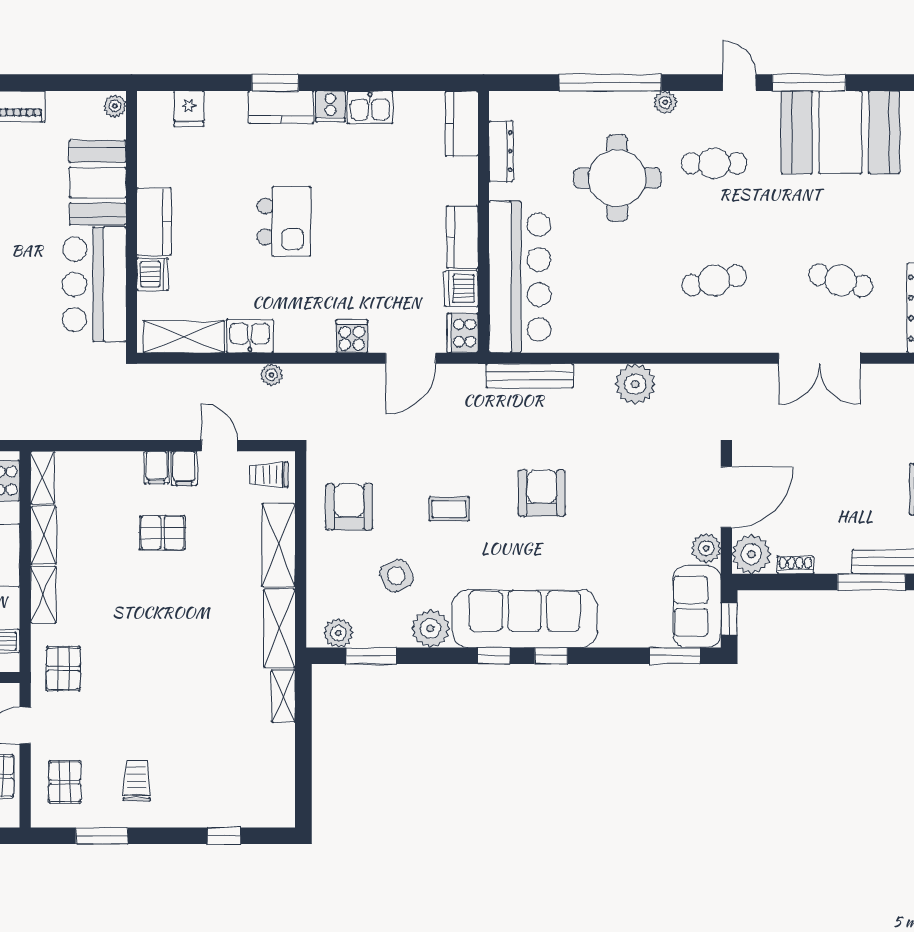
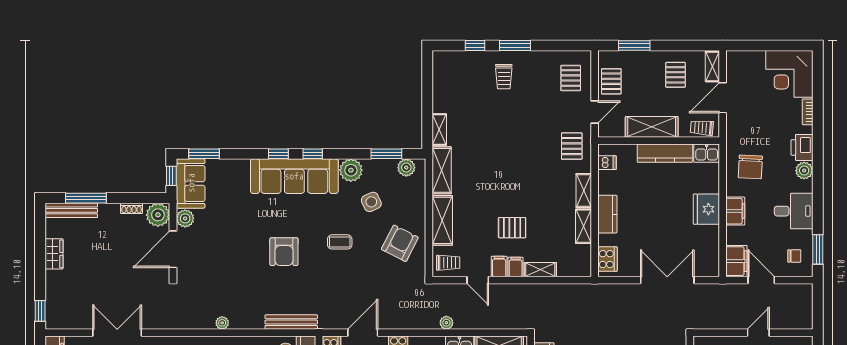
plant: (635, 384) -> (222, 323), width x0.53, depth x0.53
shelving: (43, 478) -> (540, 270), moved, turned 90
armchair: (349, 507) -> (400, 243), turned -153
trolley: (137, 781) -> (504, 77), moved
window: (102, 836) -> (515, 46), moved

